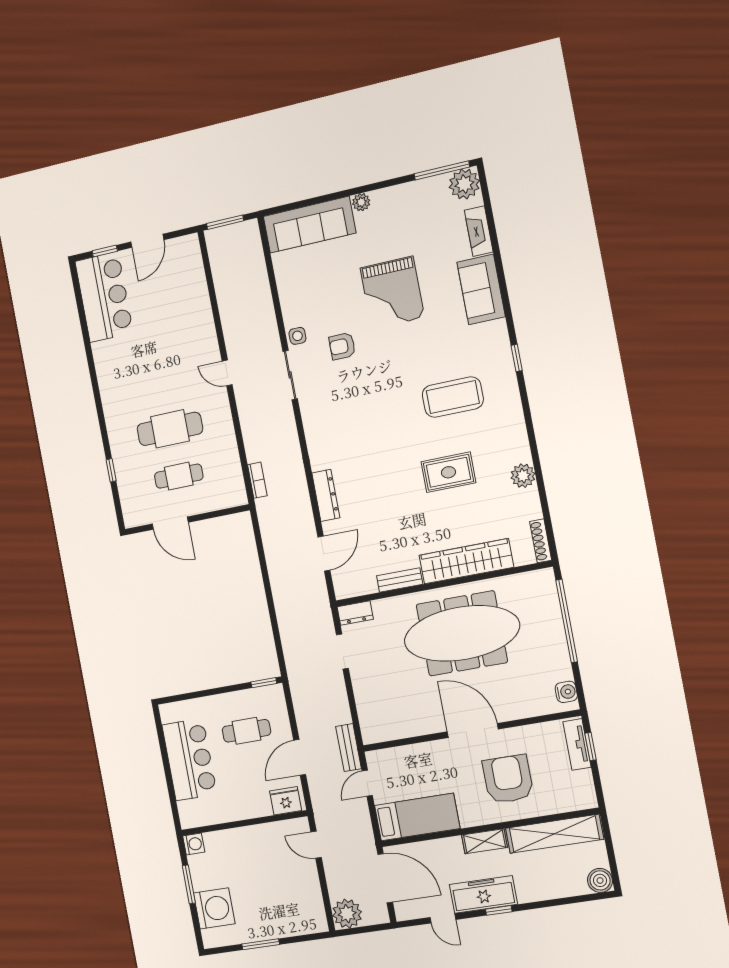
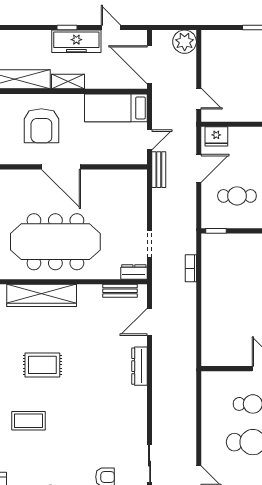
coffee table: (453, 397) -> (28, 421), width x0.73, depth x0.76
bookcase: (257, 480) -> (191, 268), moved
bench: (400, 580) -> (120, 291), moved

